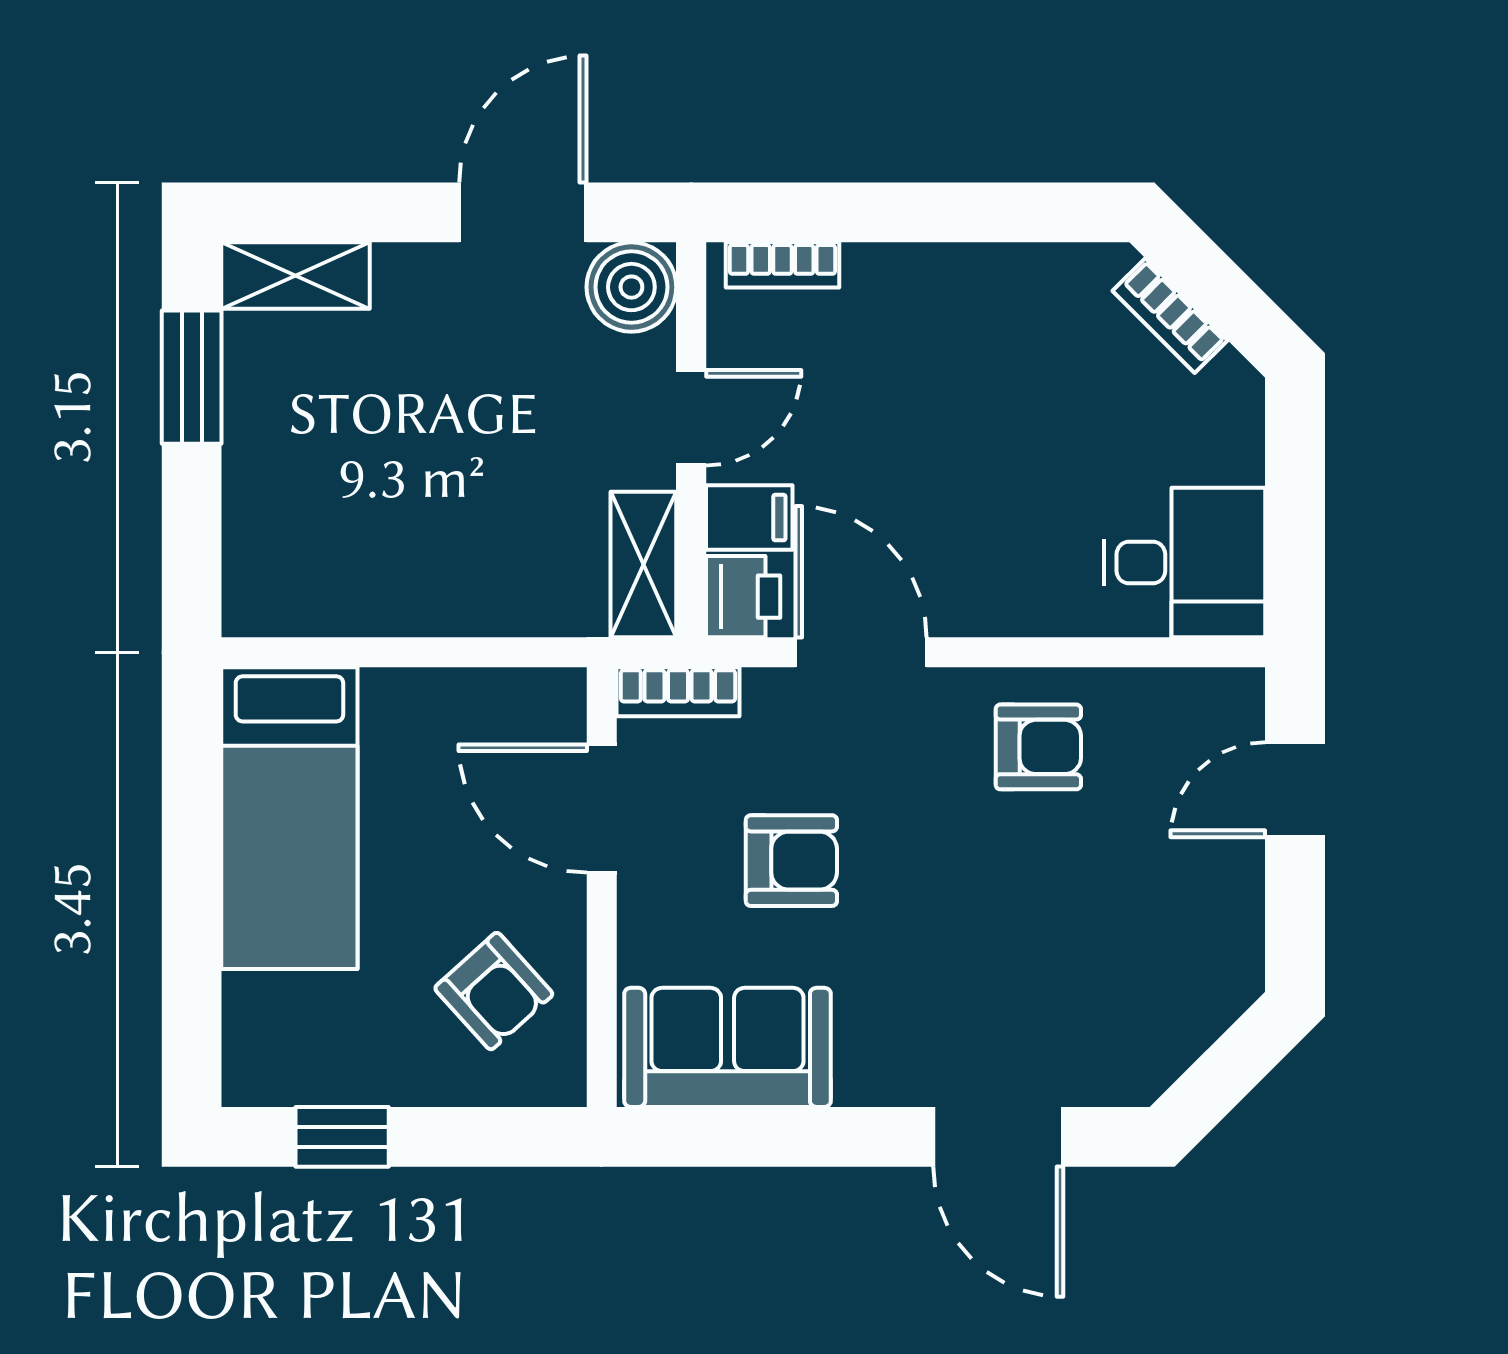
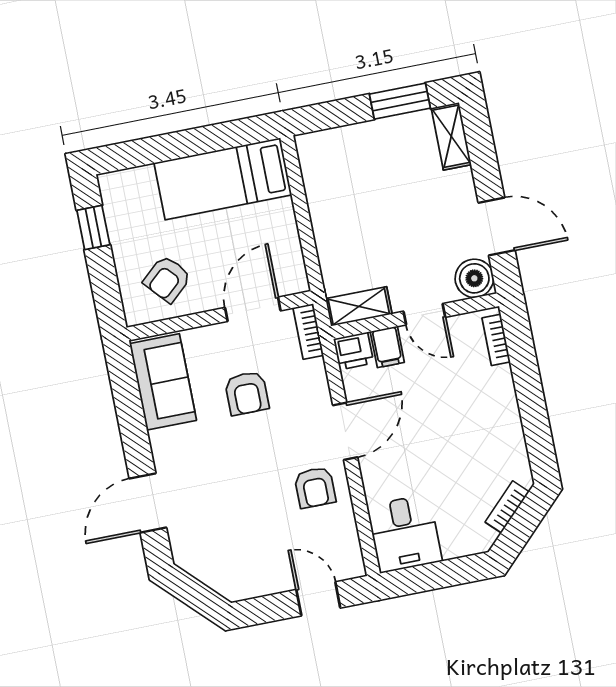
door: (861, 652) -> (345, 431), moved

